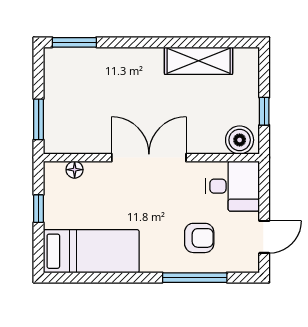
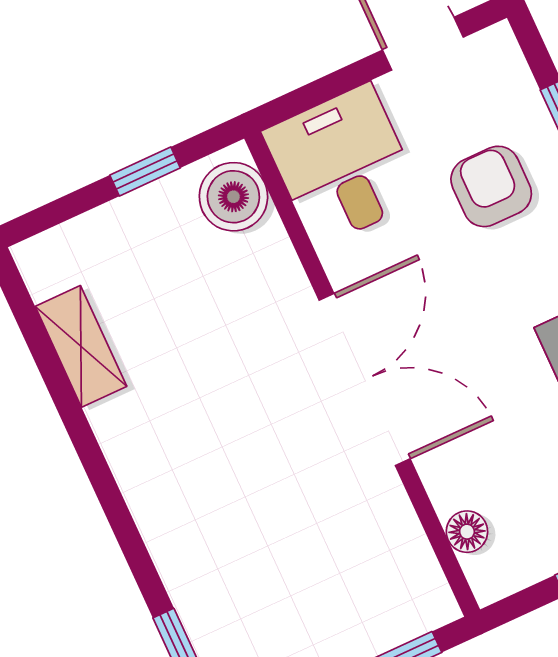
shelving: (199, 61) -> (81, 346), width x0.67, depth x0.75
double door: (149, 158) -> (365, 379), swing flipped

